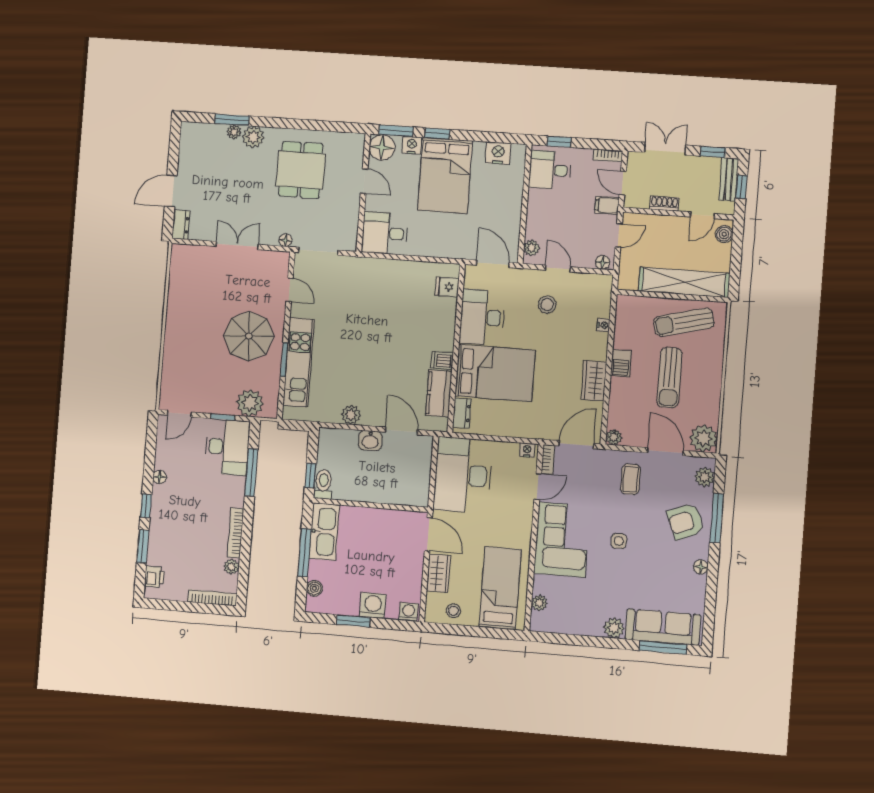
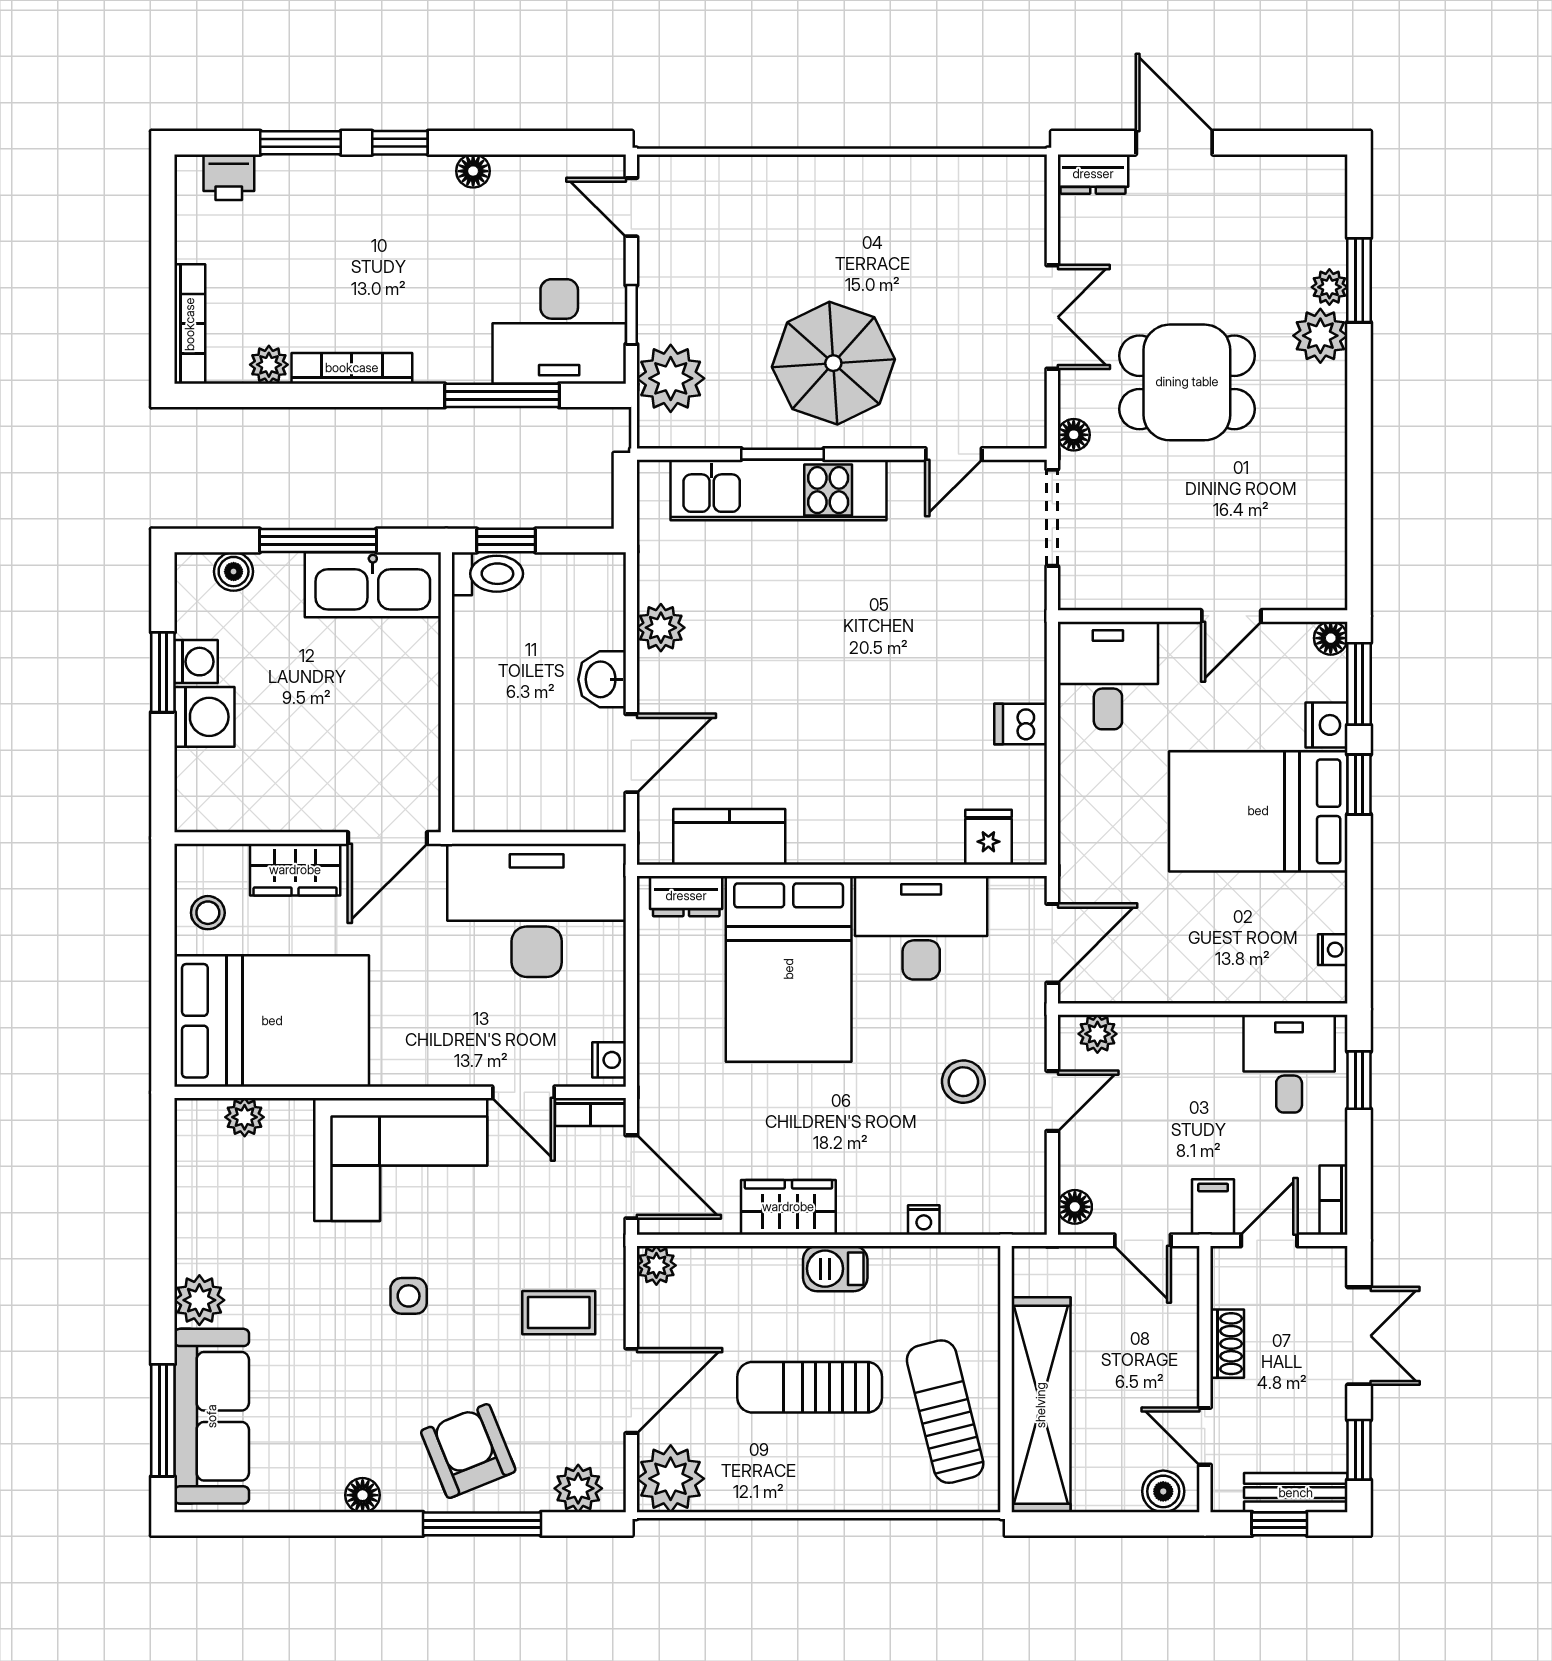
floor lamp: (382, 147) -> (1331, 638), width x0.53, depth x0.53
nightstand: (498, 153) -> (1333, 950), width x0.53, depth x0.56
dining table: (301, 170) -> (1187, 382), moved
dishwasher: (442, 361) -> (1021, 724), moved, turned -90
bed: (500, 588) -> (272, 1021), width x1.50
washing machine: (408, 612) -> (196, 662), moved

